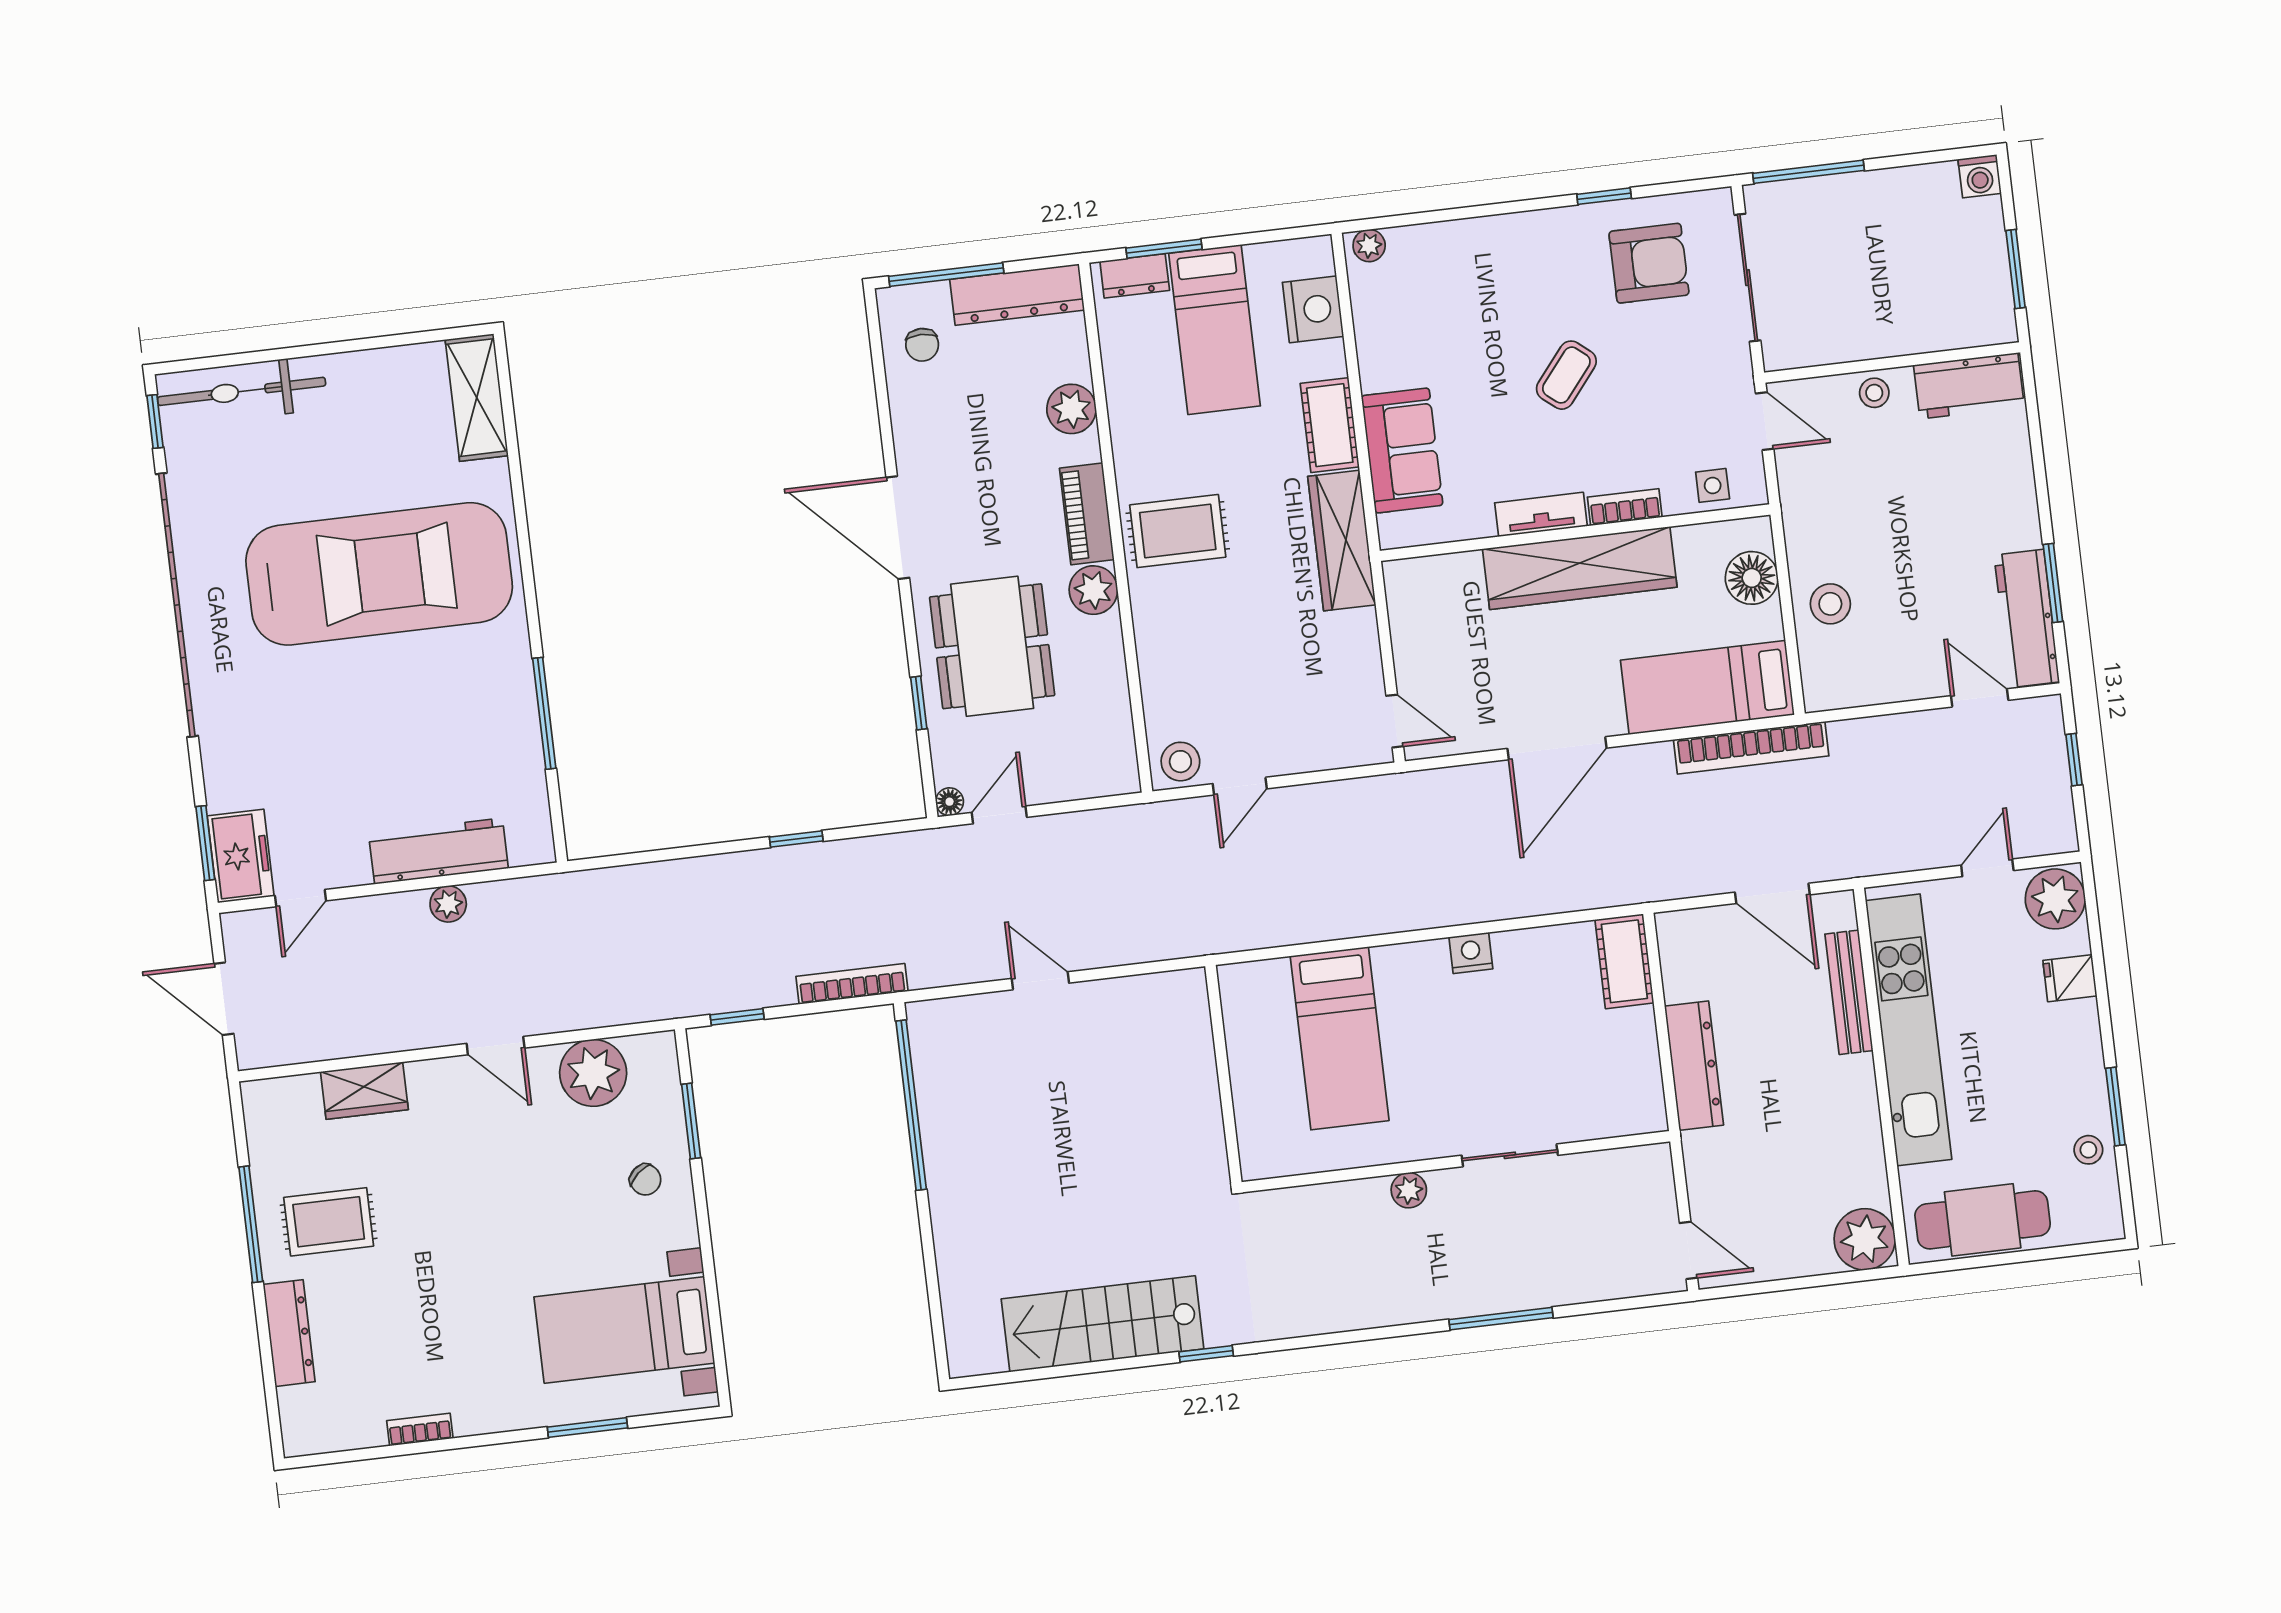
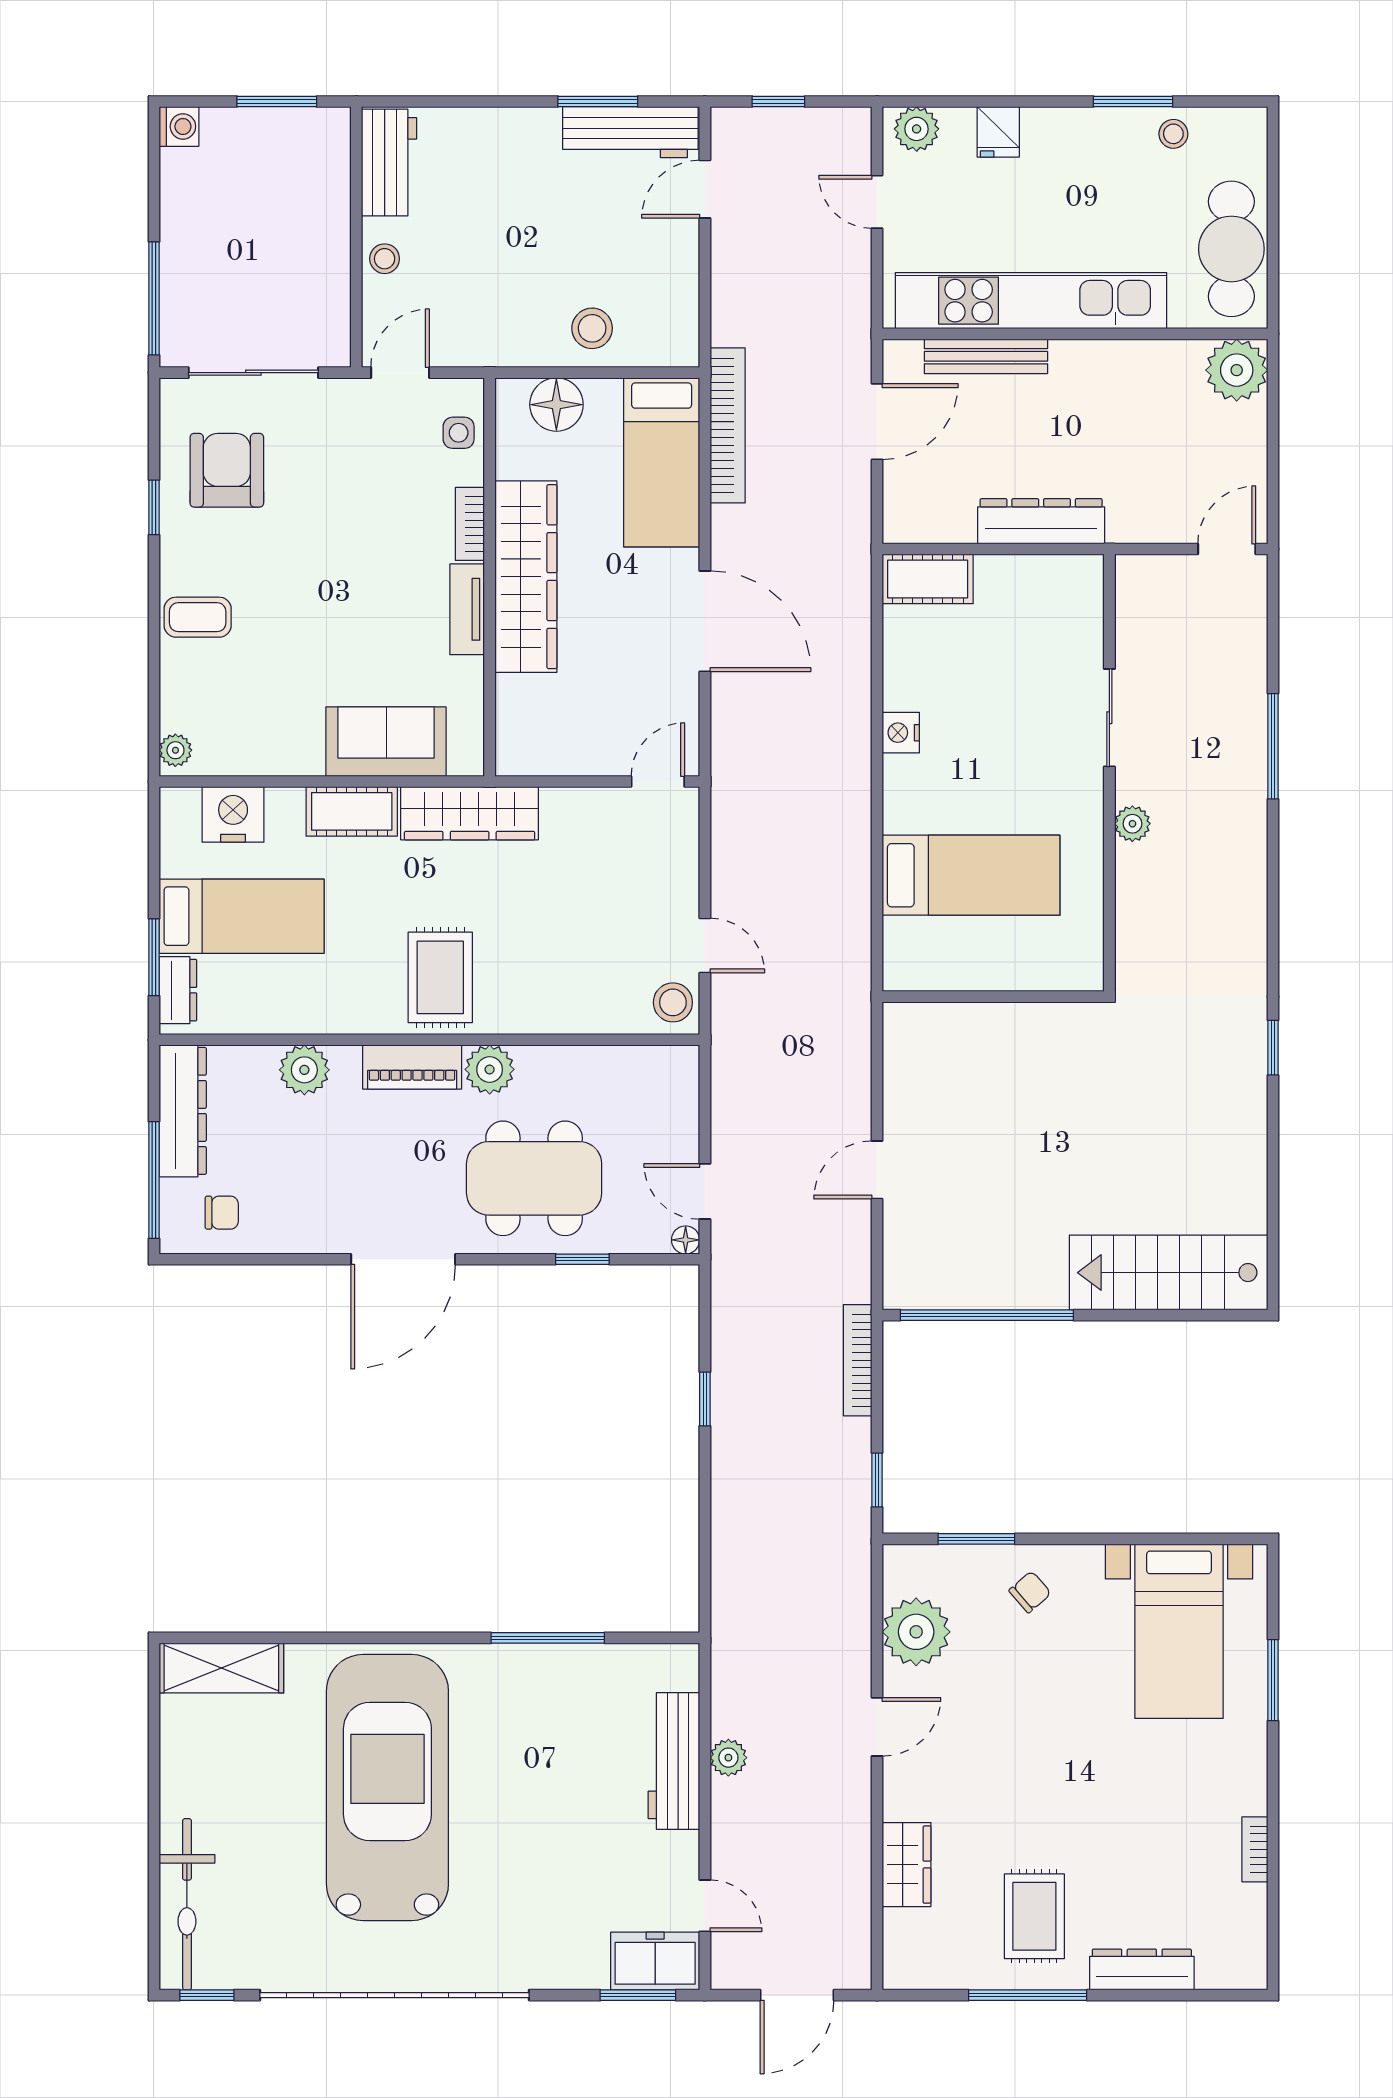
coffee table: (1566, 375) -> (198, 617), moved, turned -39
plant: (2055, 899) -> (917, 129), width x0.73, depth x0.73
stairs: (1103, 1324) -> (1169, 1273), moved, turned 90

